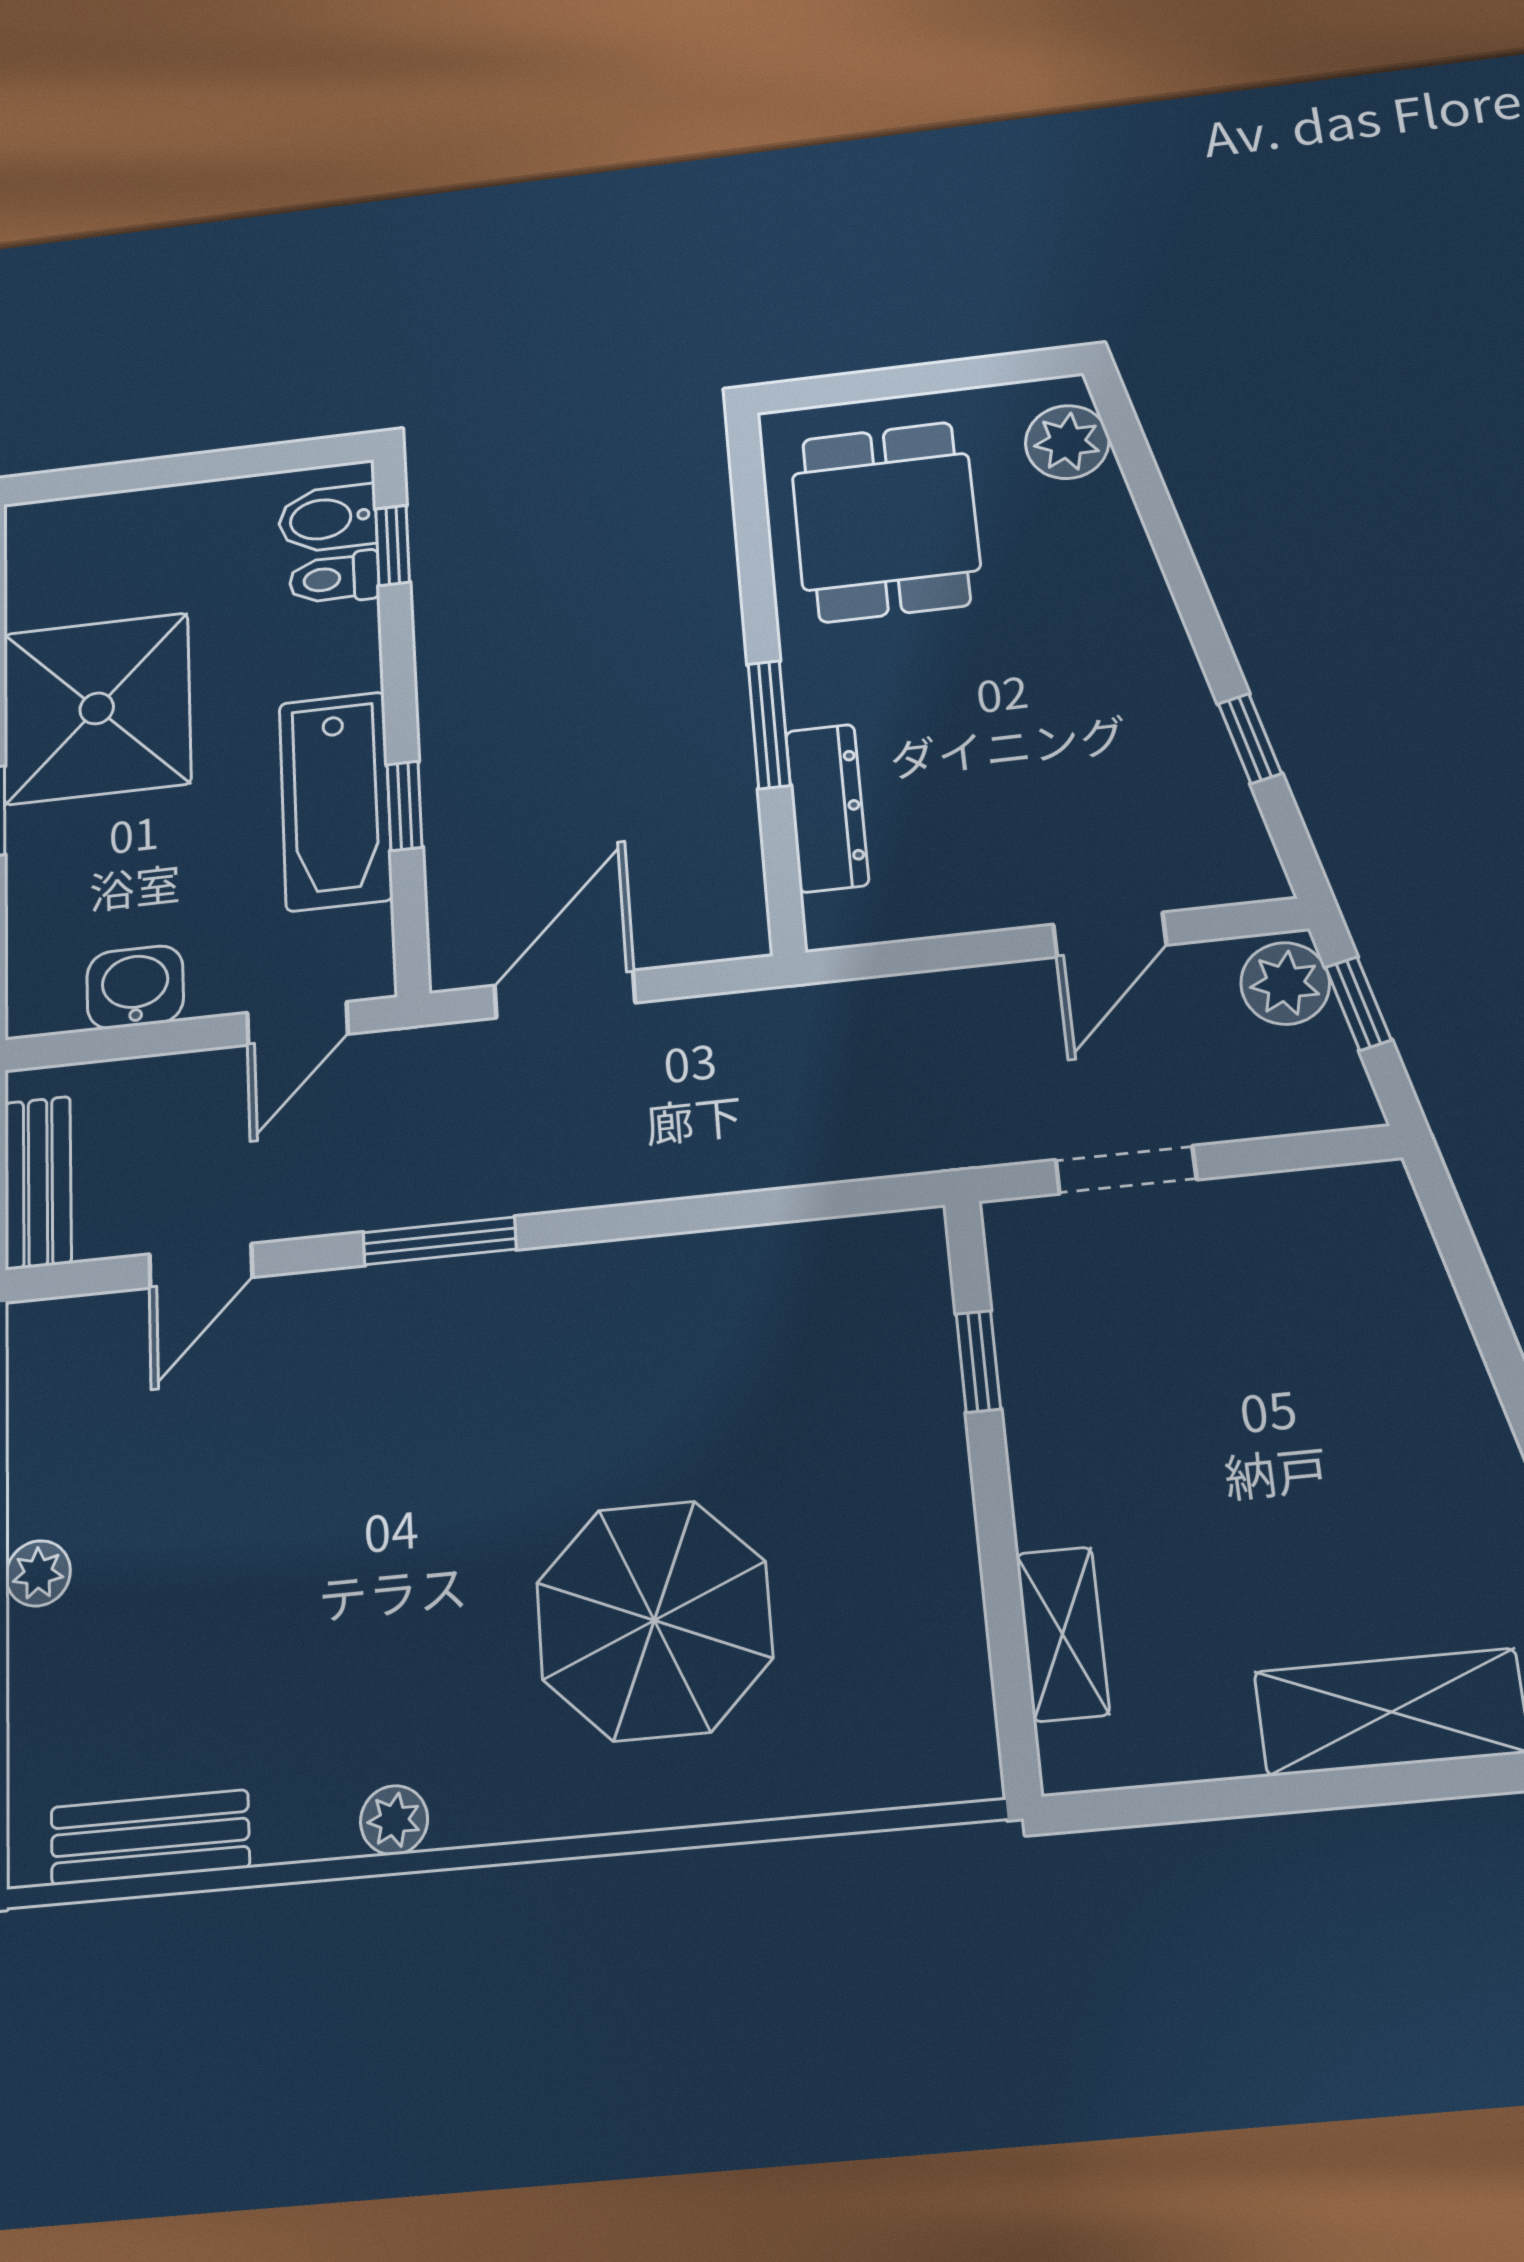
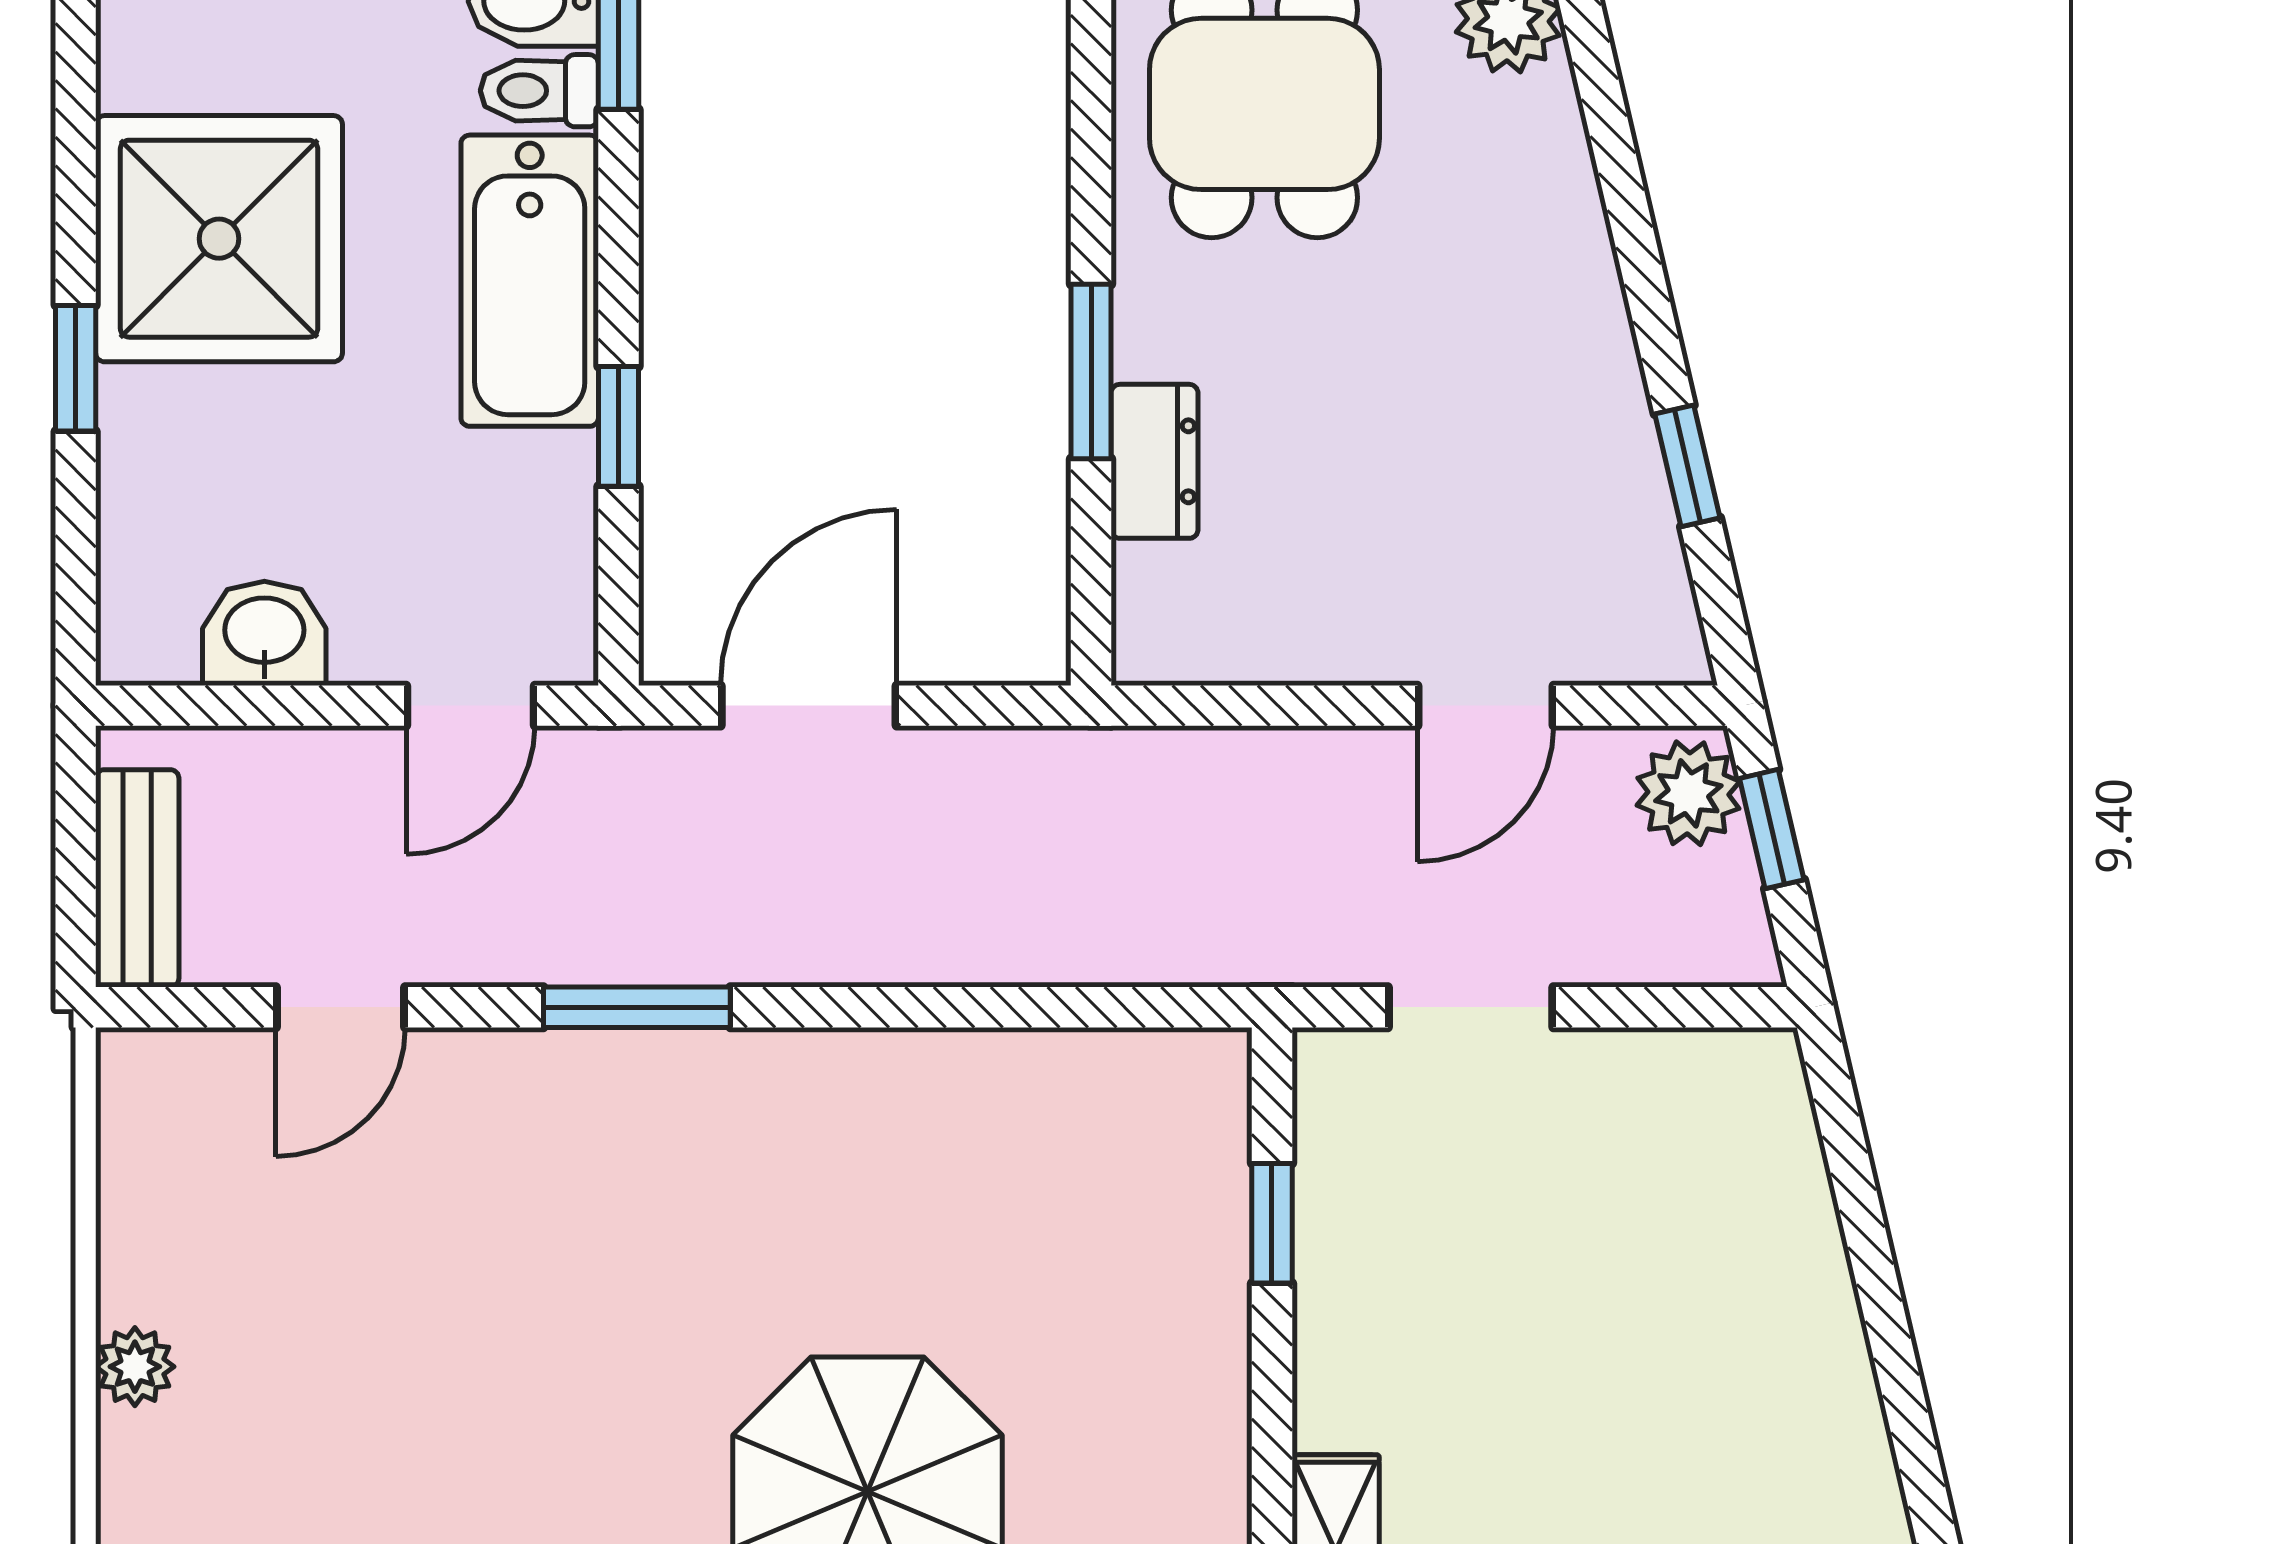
bathtub: (336, 801) -> (530, 281), moved
dresser: (827, 808) -> (1155, 461), width x0.70

